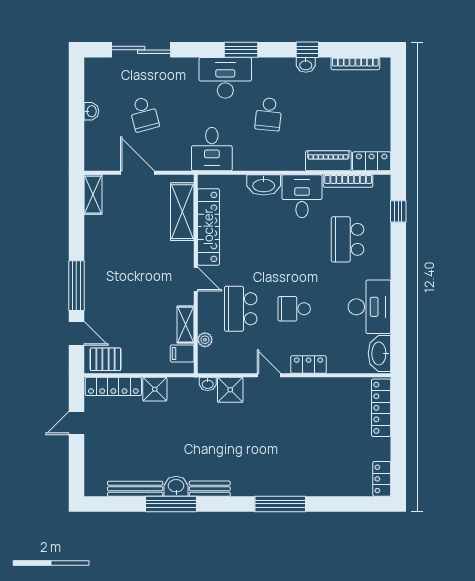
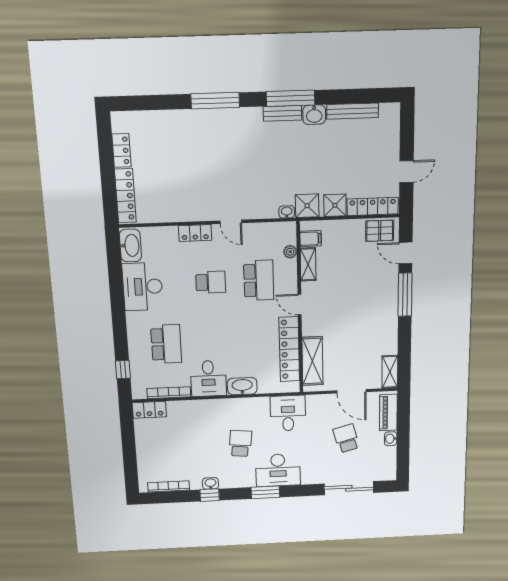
piano: (328, 161) -> (388, 412), moved, turned 90
shower: (230, 390) -> (307, 206), moved
locker: (382, 479) -> (121, 151), moved
window: (171, 504) -> (291, 98), moved

